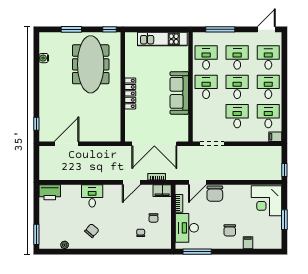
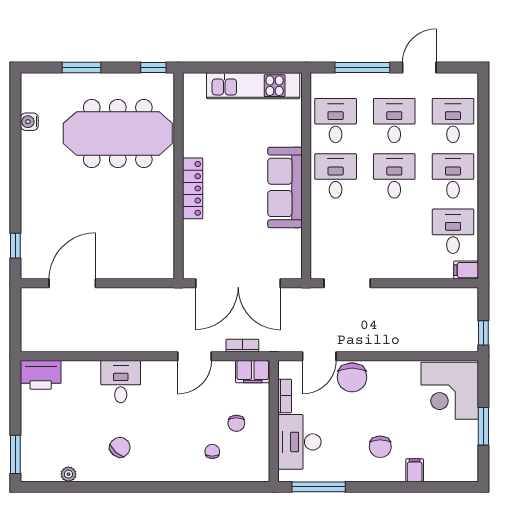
door: (266, 29) -> (419, 68), moved
meeting table: (91, 64) -> (118, 133), turned 90
desk: (237, 116) -> (394, 231), removed

